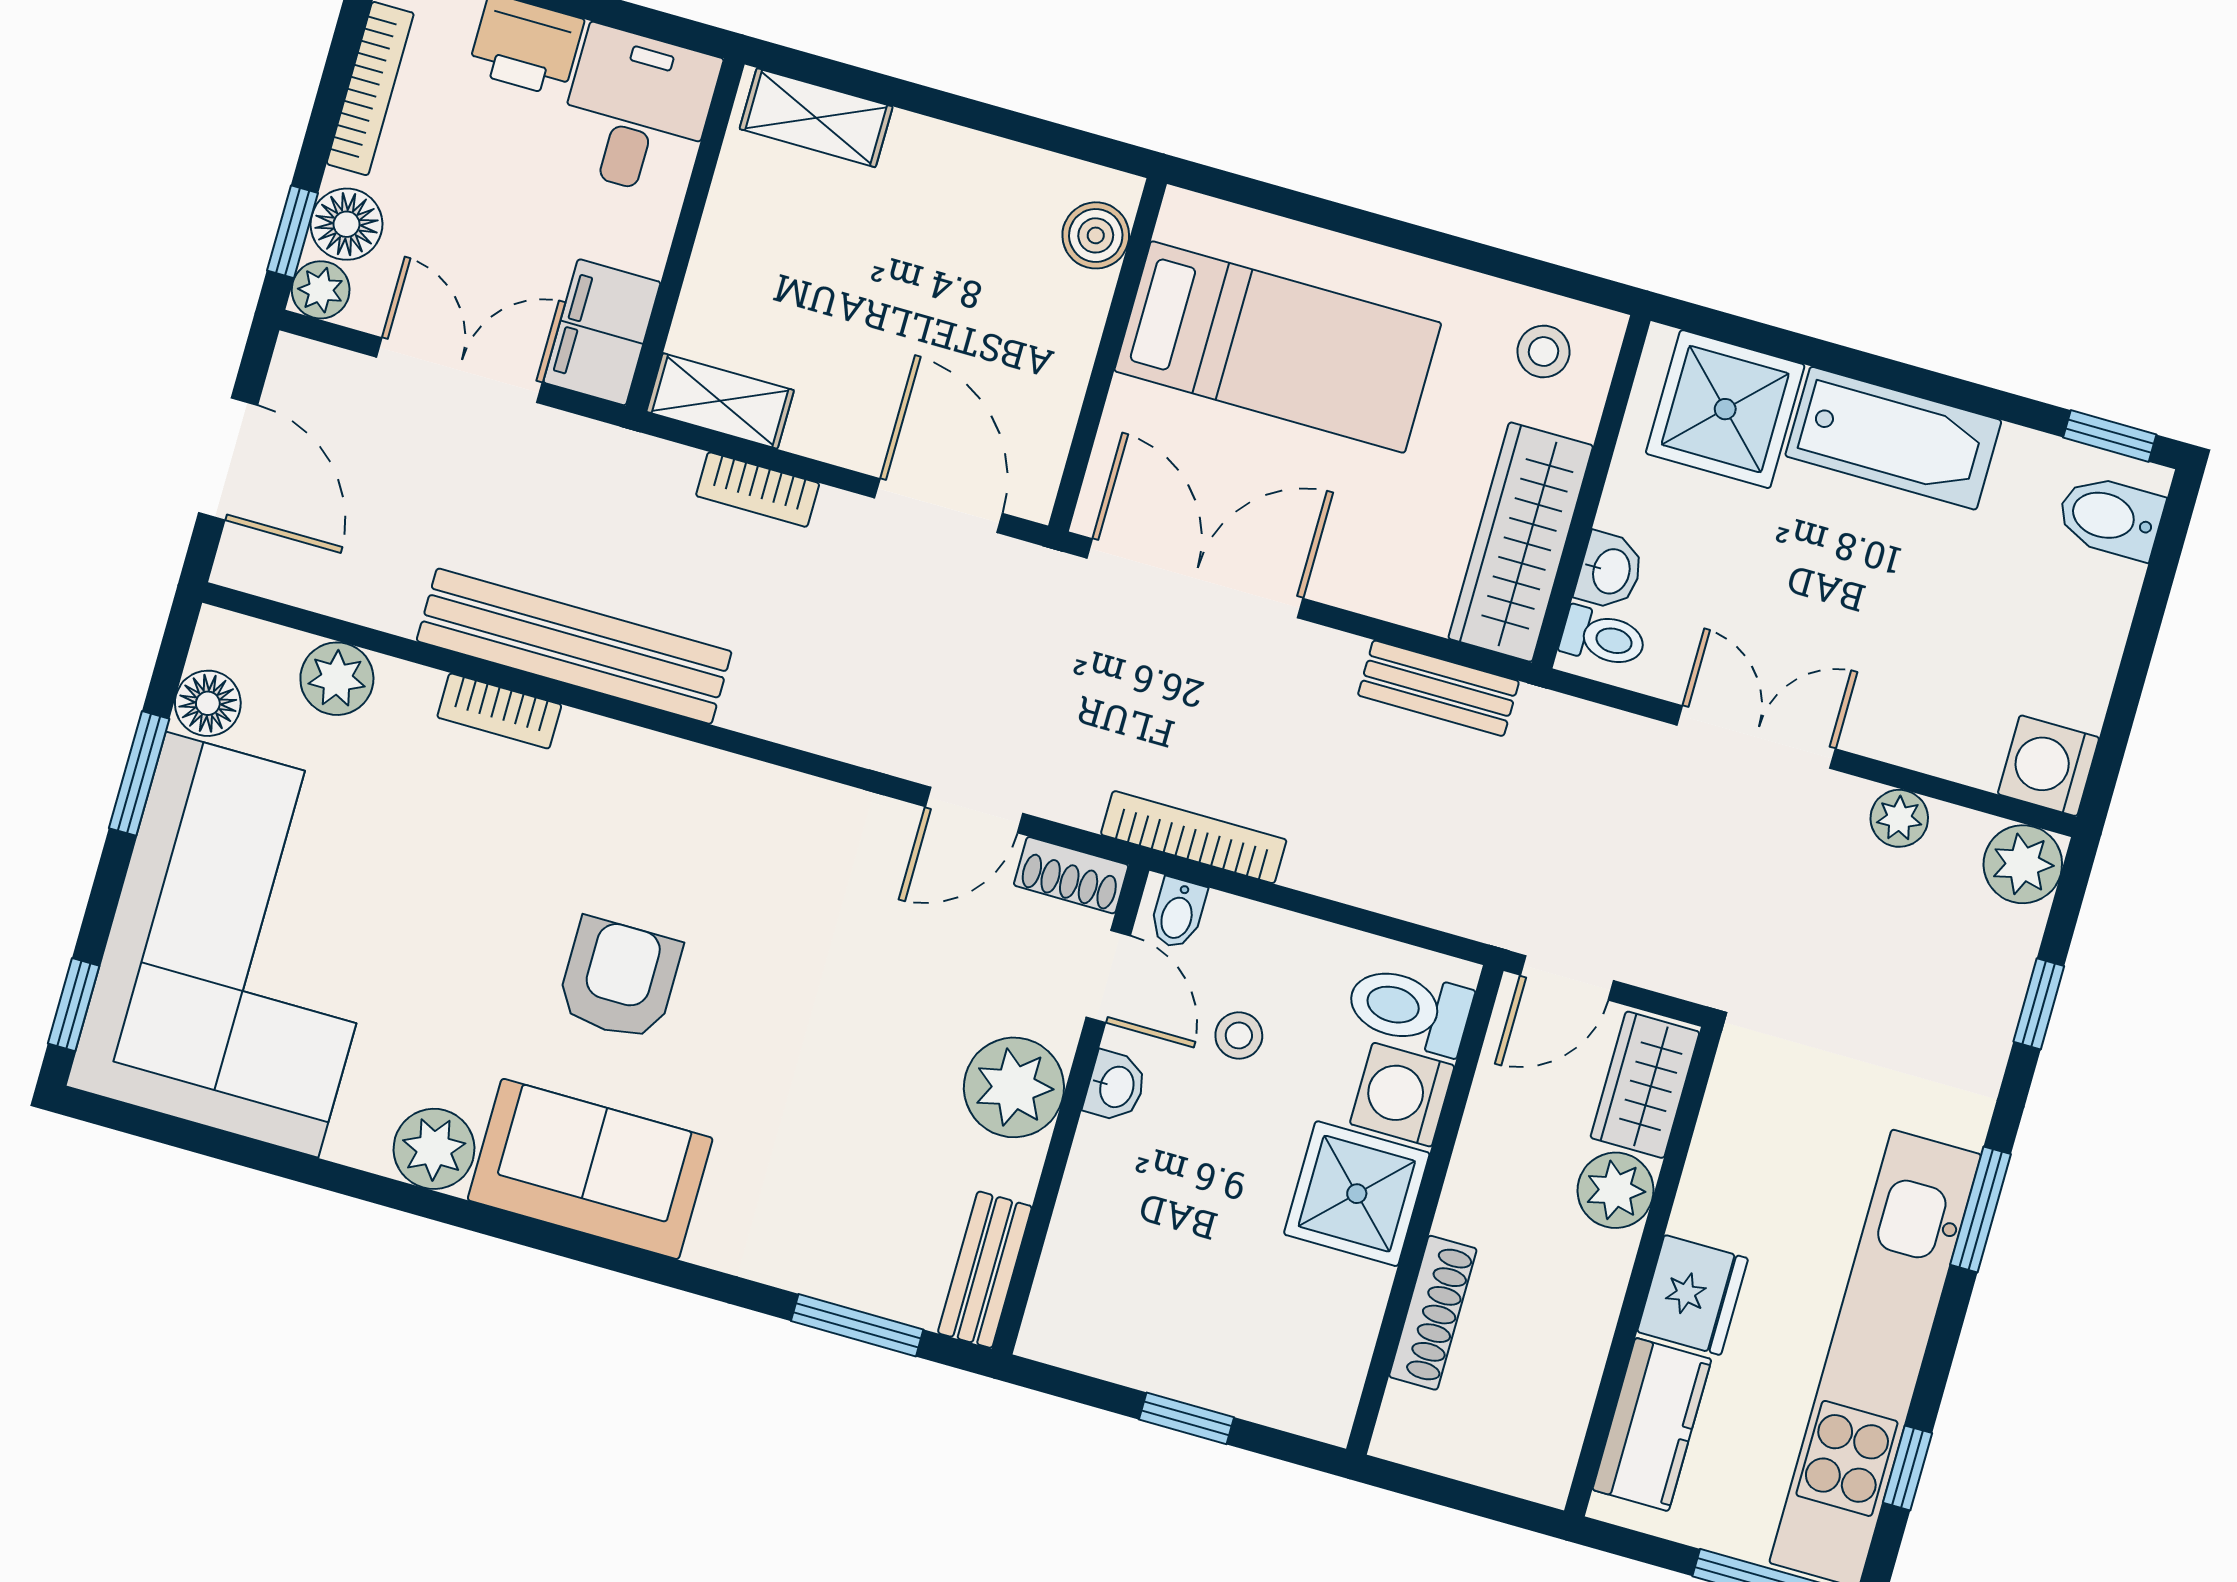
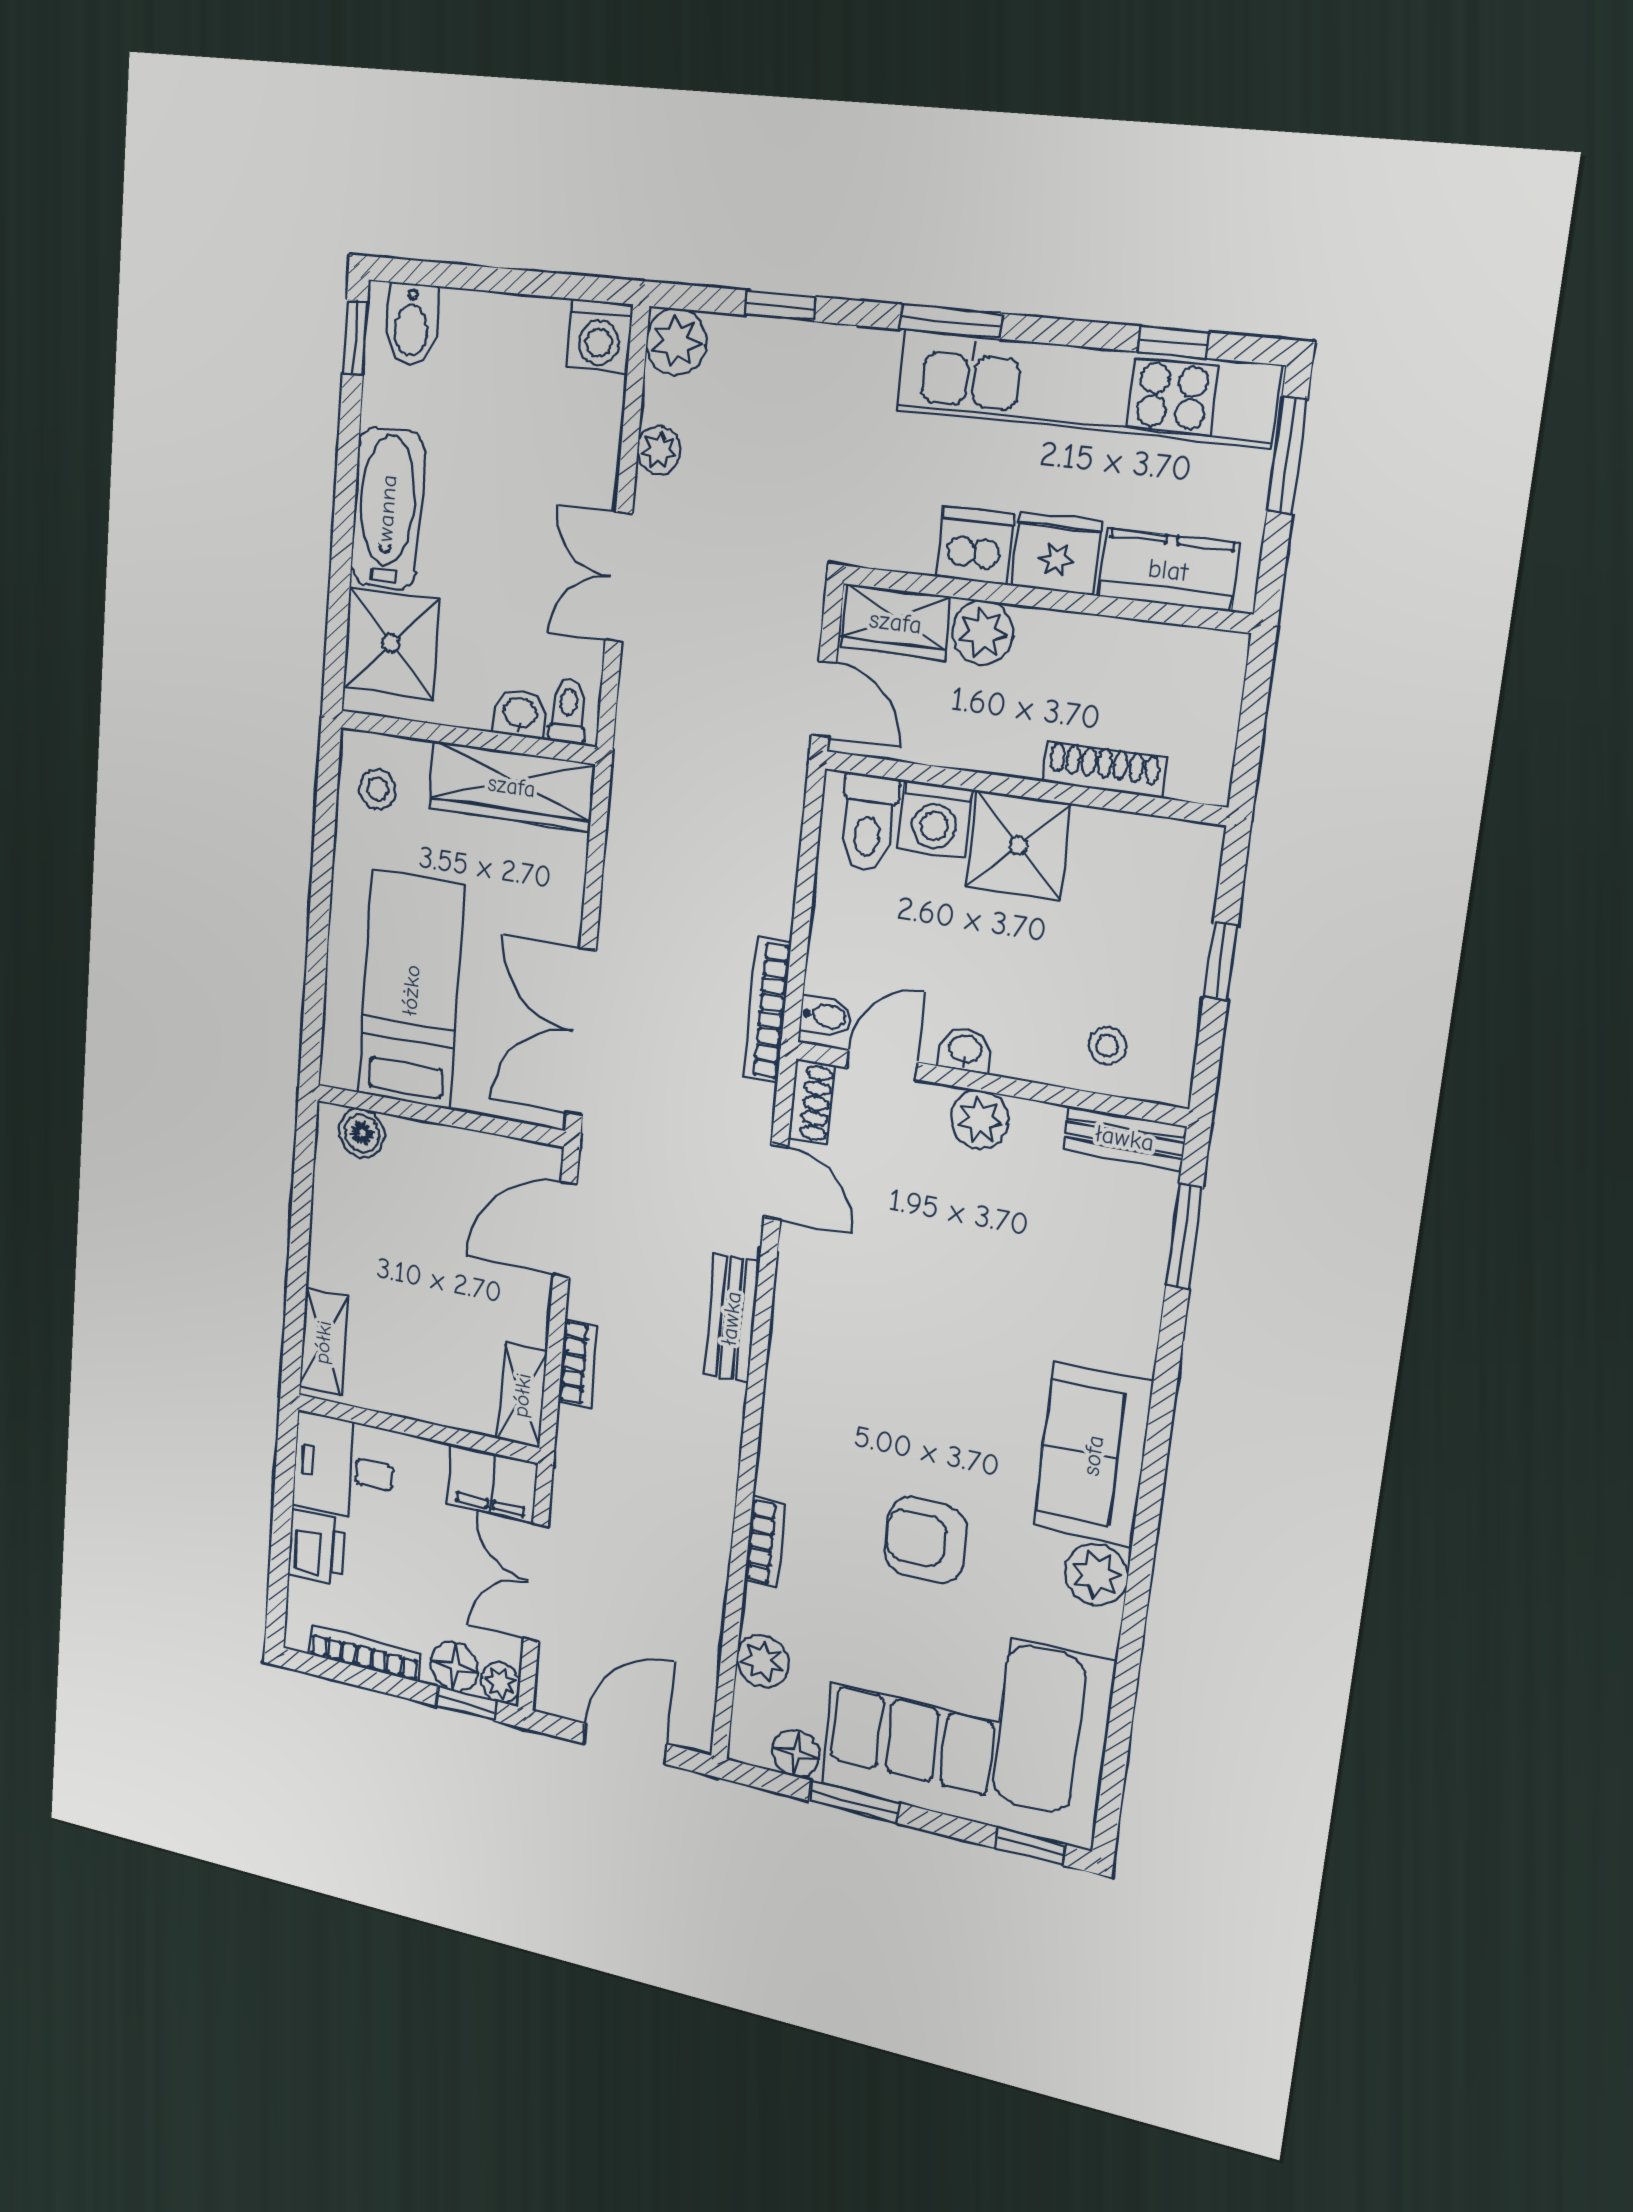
bench: (574, 646) -> (731, 1318), moved, width x0.54, depth x0.82
bench: (1438, 688) -> (627, 834), removed
armchair: (619, 979) -> (926, 1540), moved
stool: (1239, 1035) -> (1107, 1046), moved
plant: (1014, 1087) -> (980, 1120), width x0.73, depth x0.73
dishwasher: (1718, 1197) -> (975, 546), added

